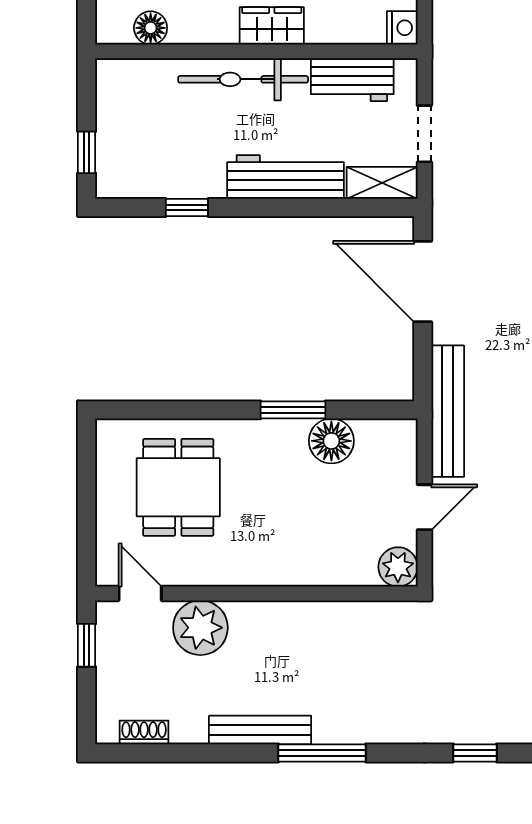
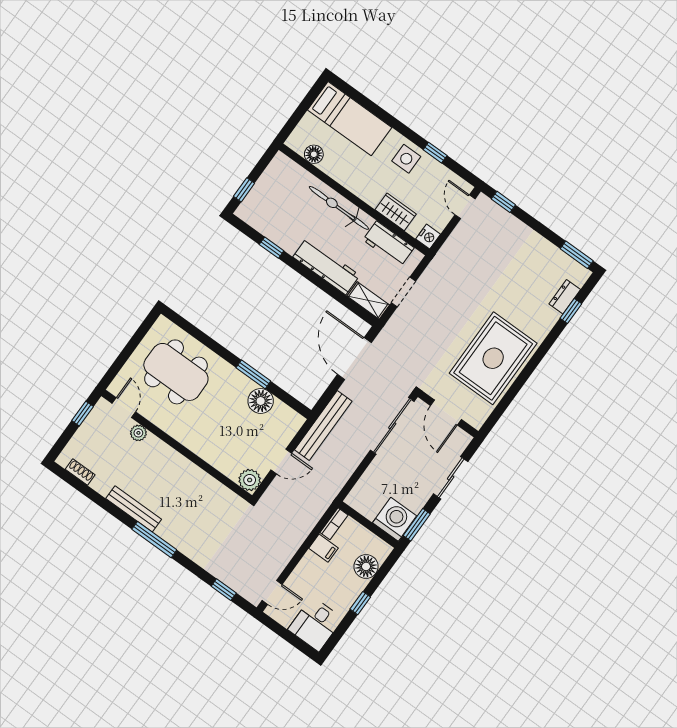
wardrobe: (272, 26) -> (396, 212), moved
dining table: (178, 487) -> (176, 372), width x1.38
plant: (200, 628) -> (138, 433), width x0.53, depth x0.53

